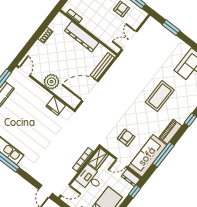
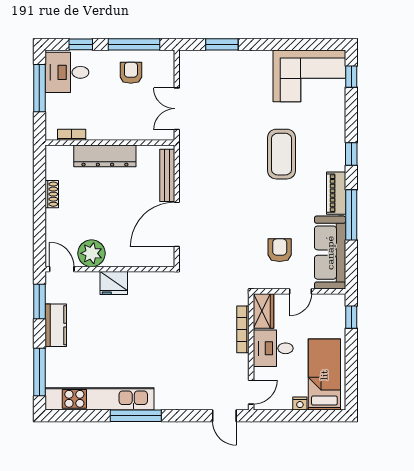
plant: (51, 82) -> (92, 253), moved
fridge: (56, 106) -> (114, 283), moved
window: (163, 155) -> (351, 215), moved
dresser: (131, 178) -> (330, 302), removed

